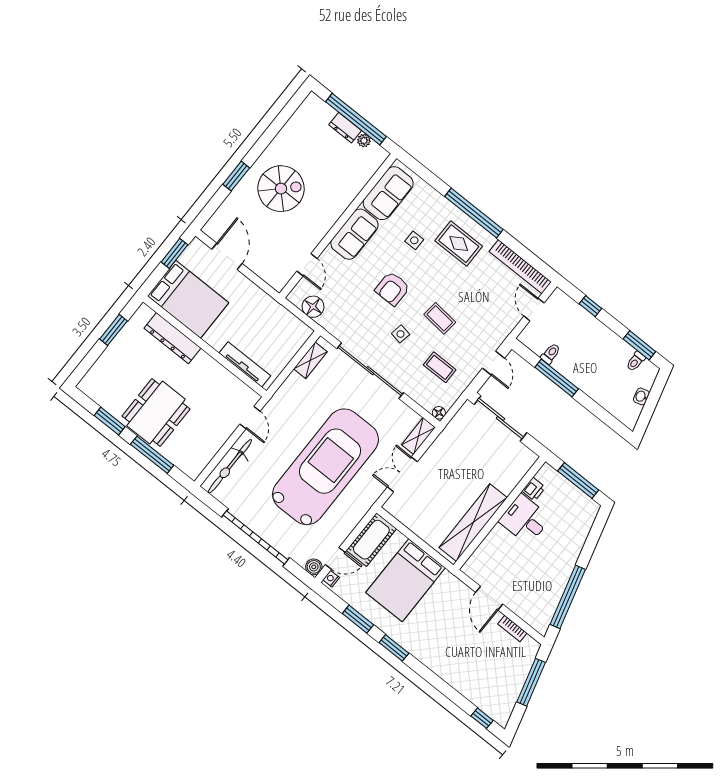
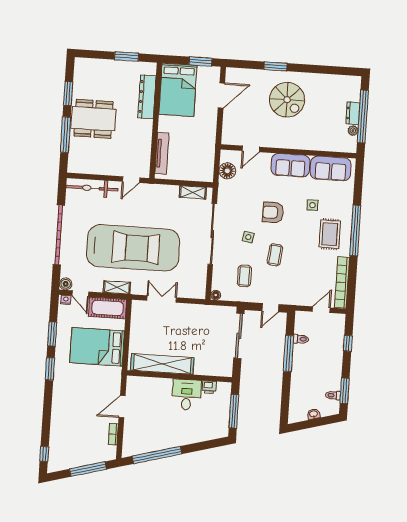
shelving: (418, 436) -> (117, 287), moved

